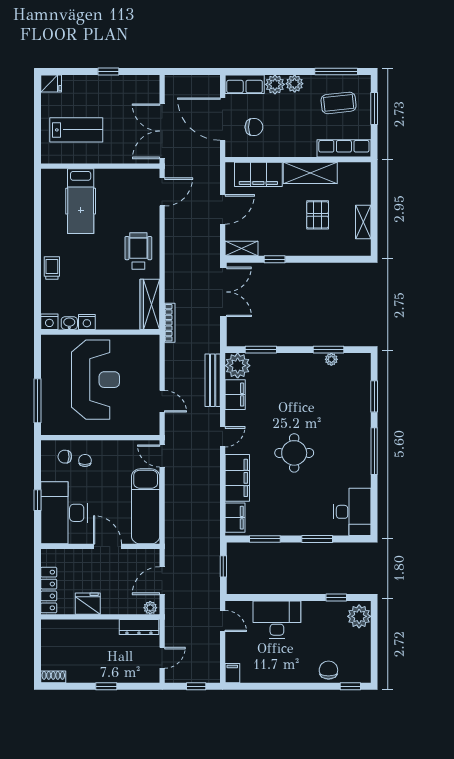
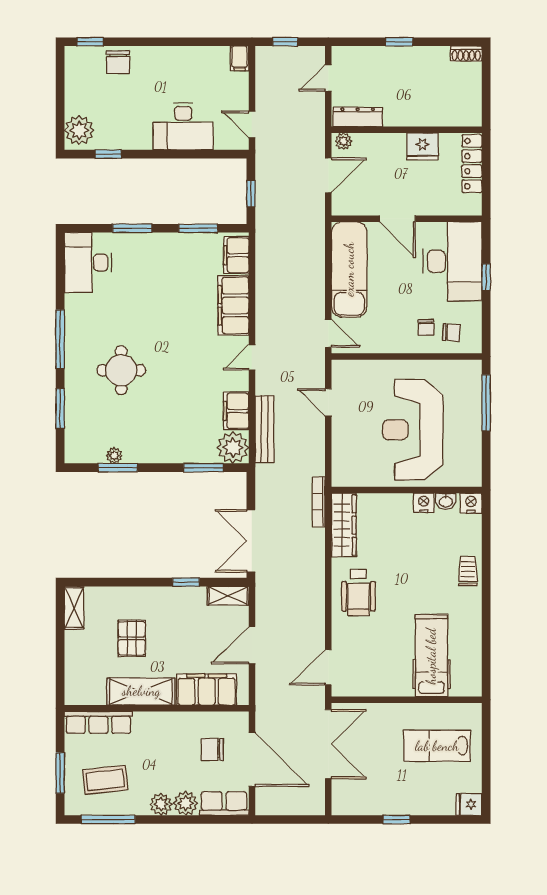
shelving: (363, 222) -> (74, 608), moved
trolley: (52, 268) -> (468, 571), turned 180
round table: (294, 453) -> (121, 370), moved

